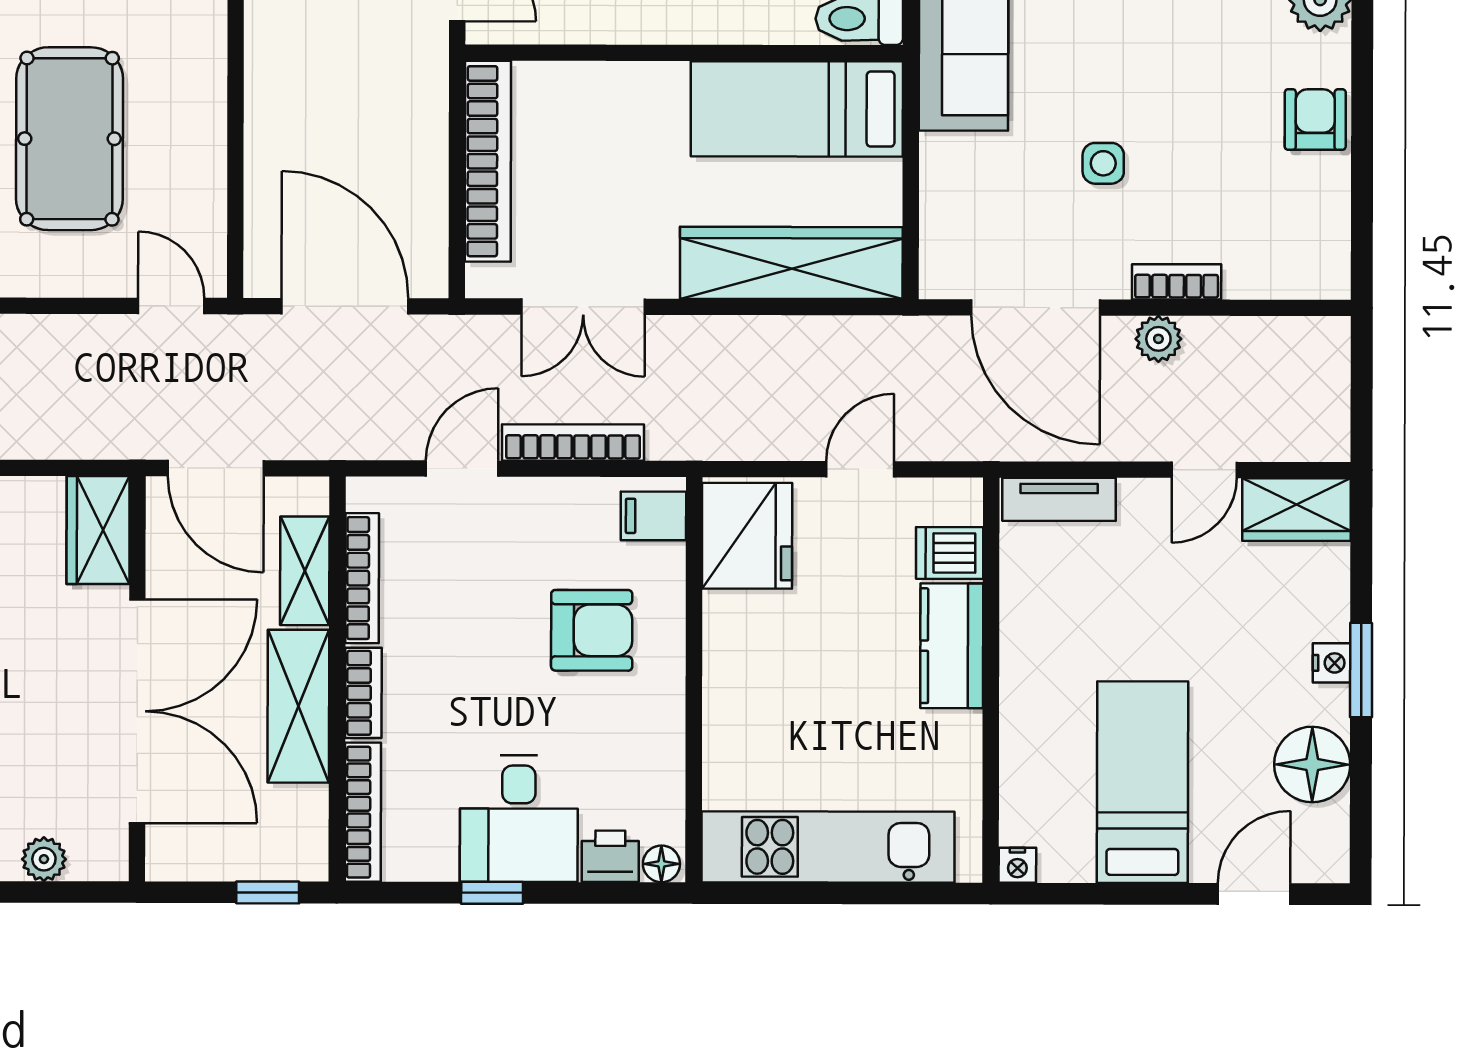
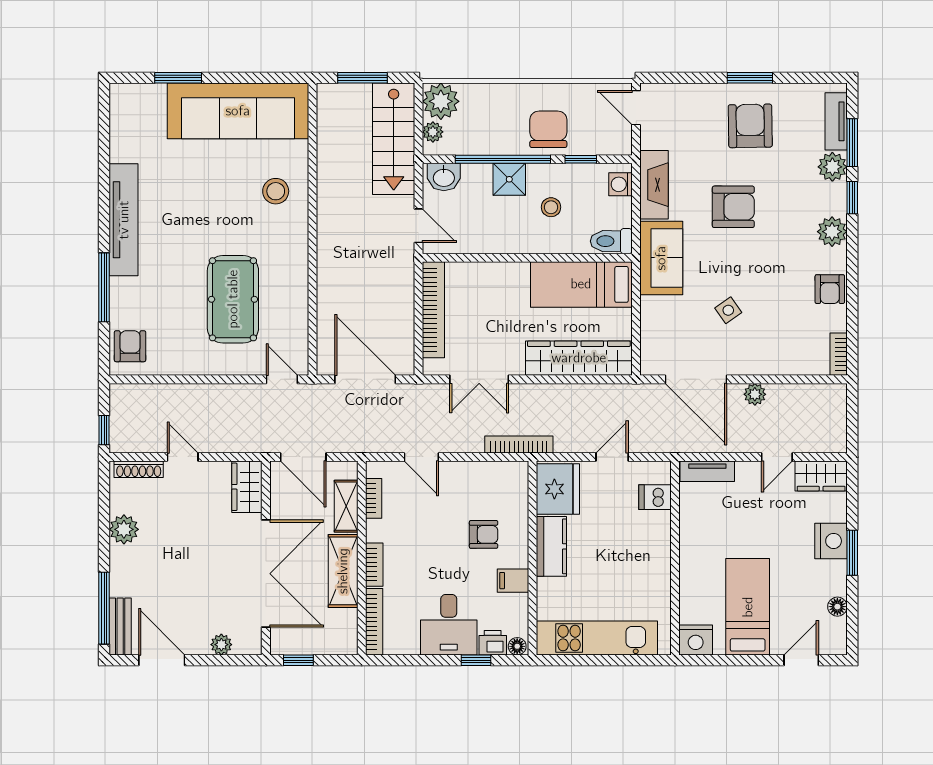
armchair: (1315, 120) -> (830, 289), turned 180
side table: (1103, 163) -> (728, 310), turned -35
bookcase: (1177, 282) -> (839, 354), moved, turned -90
bookcase: (573, 443) -> (519, 444), moved
door: (462, 469) -> (421, 457), swing flipped
filing cabinet: (653, 516) -> (513, 581), moved
bookcase: (362, 578) -> (374, 498), width x0.64
armchair: (592, 630) -> (484, 534), width x0.72, depth x0.72
kitchen counter: (952, 646) -> (551, 546), moved, turned 180
nightstand: (1332, 663) -> (831, 541), width x1.89, depth x1.79
floor lamp: (1312, 764) -> (837, 607), width x0.53, depth x0.53
nightstand: (1017, 865) -> (696, 640), width x1.89, depth x1.79
window: (268, 892) -> (298, 660), moved
window: (492, 893) -> (476, 660), moved

